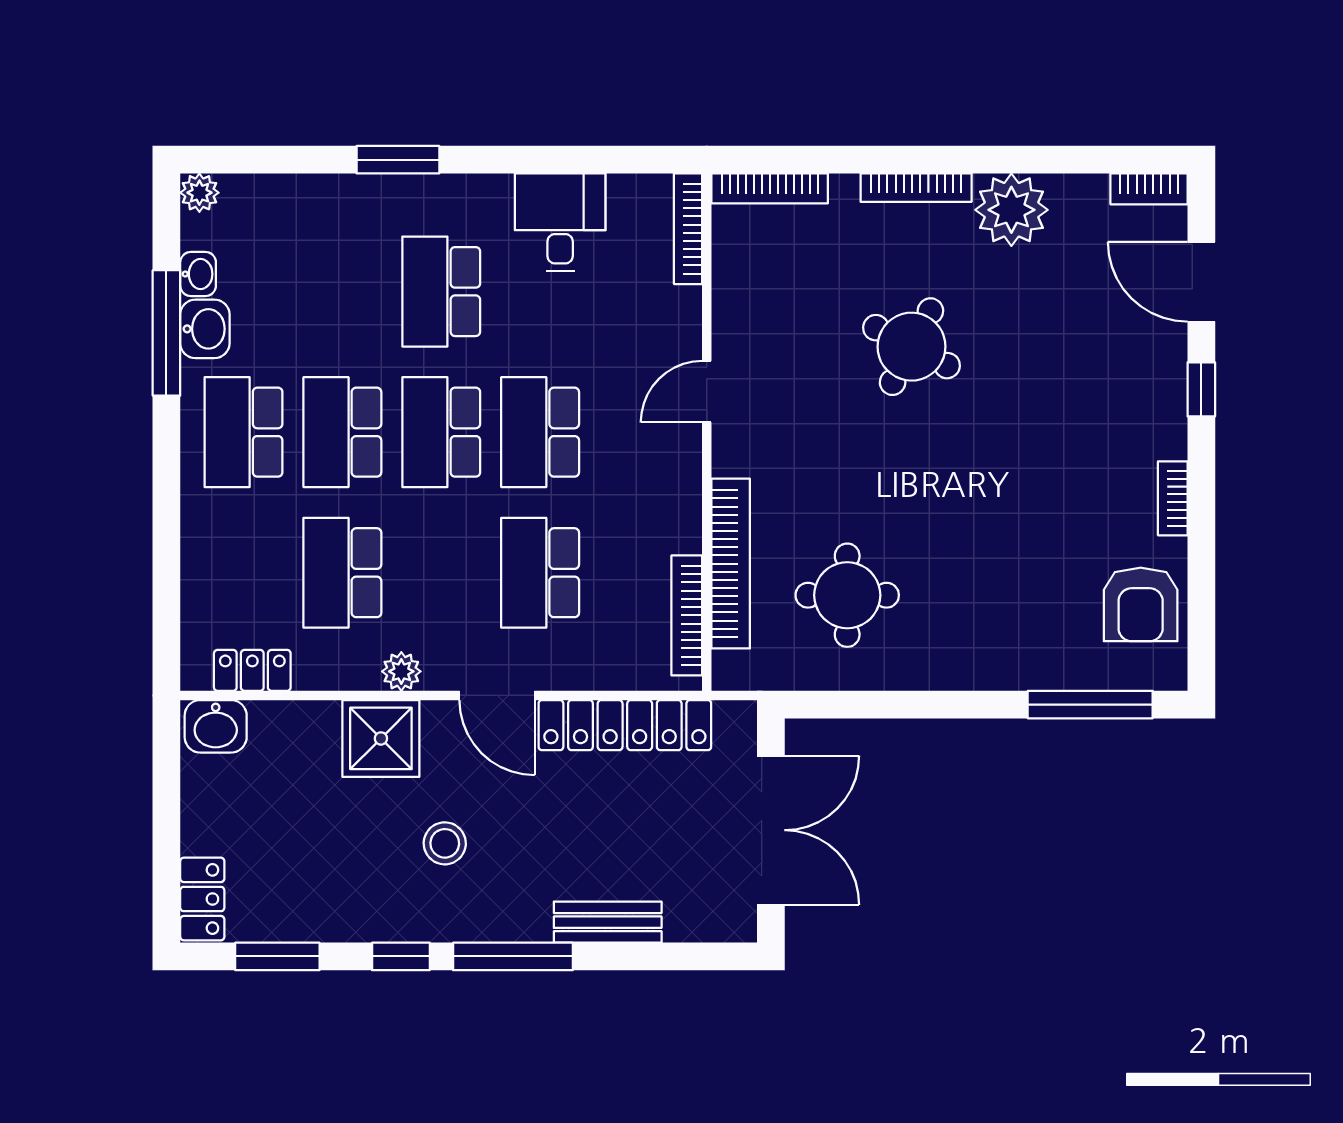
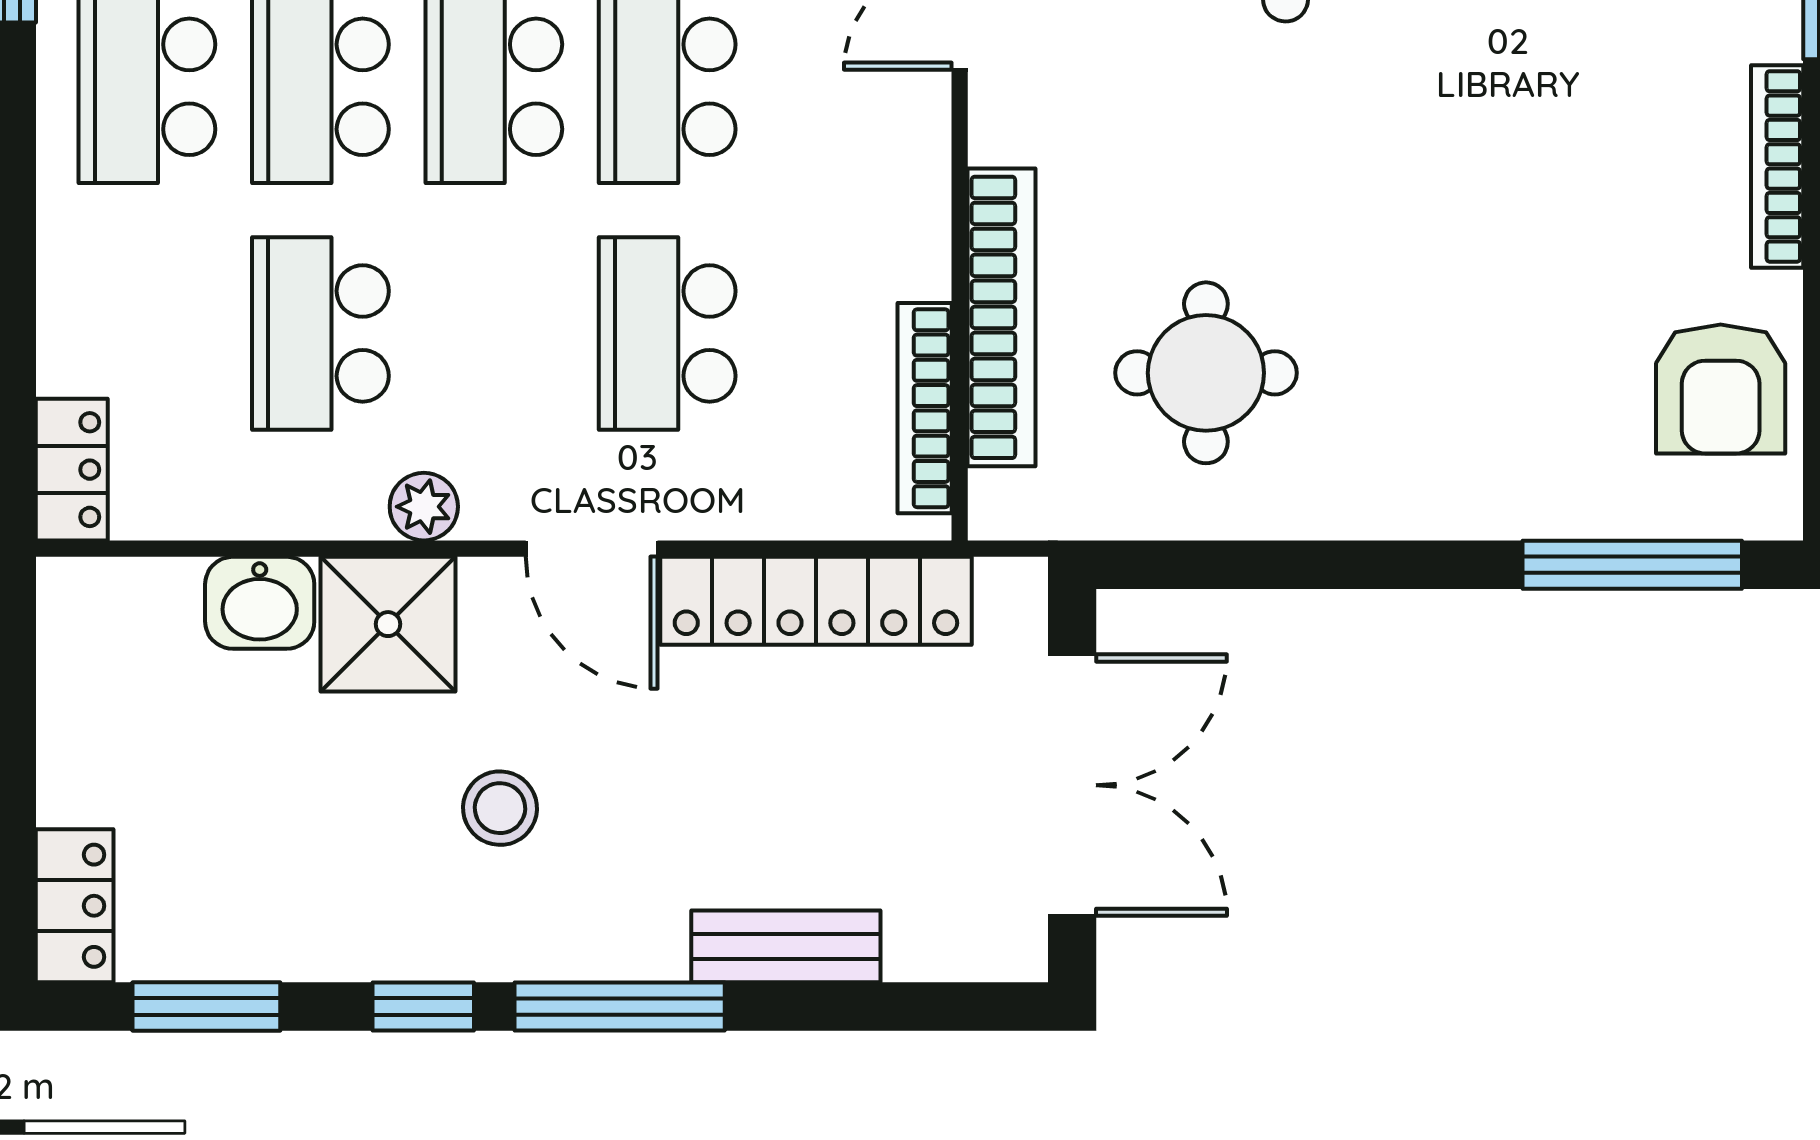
bookcase: (1173, 498) -> (1777, 166), width x1.56
locker: (252, 670) -> (72, 470), moved, turned 90
washbasin: (216, 726) -> (260, 603), moved

